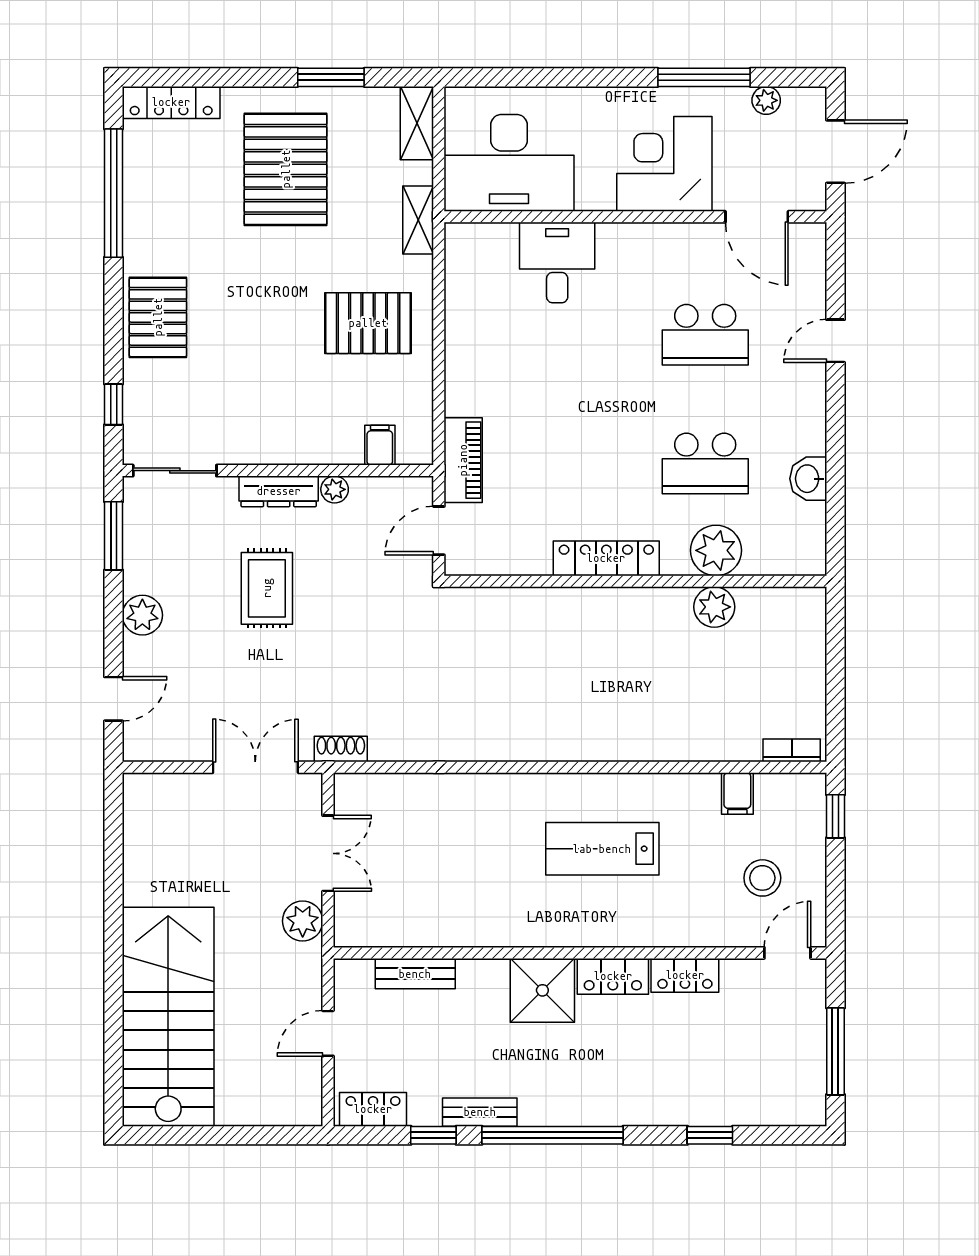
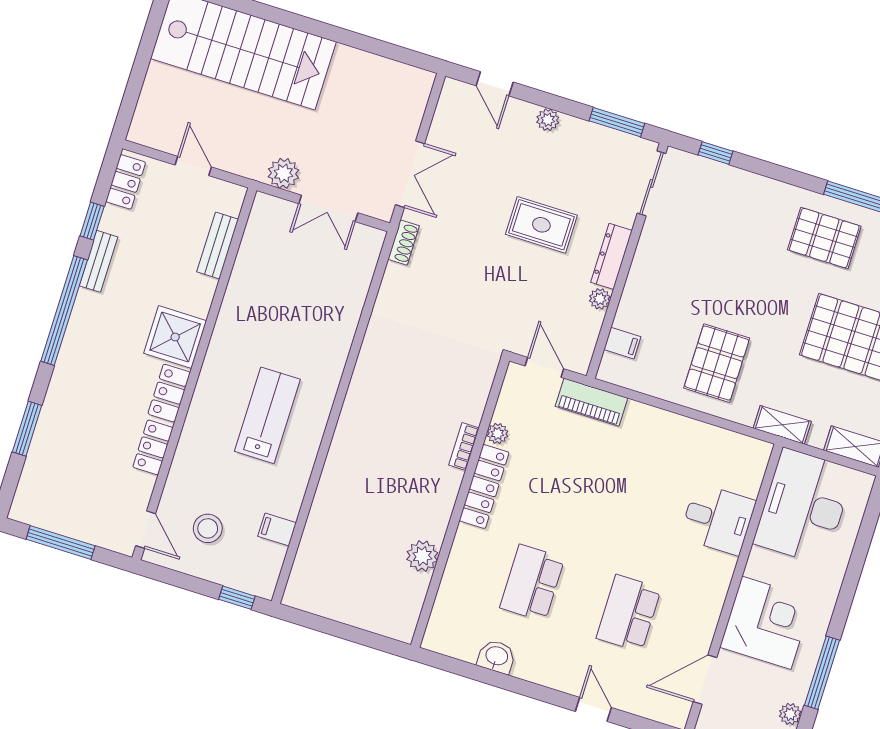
pallet: (158, 317) -> (824, 238), moved
plant: (716, 550) -> (497, 434), moved, width x0.53, depth x0.53
plant: (142, 615) -> (548, 120), width x0.73, depth x0.73
bookcase: (792, 750) -> (464, 446), moved, turned 180
window: (710, 1135) -> (27, 429), width x1.50

